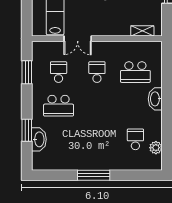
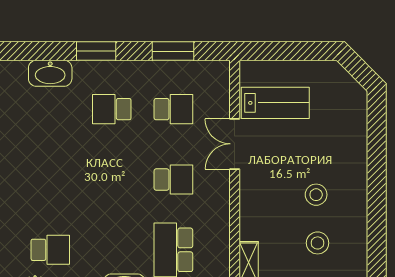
school desk: (59, 106) -> (112, 109), width x0.54
window: (27, 130) -> (96, 51), moved

